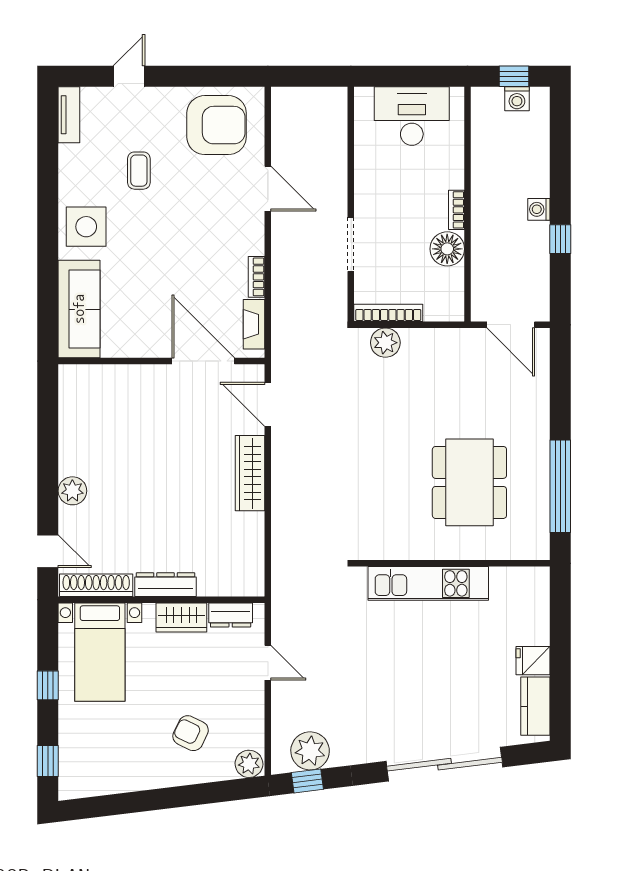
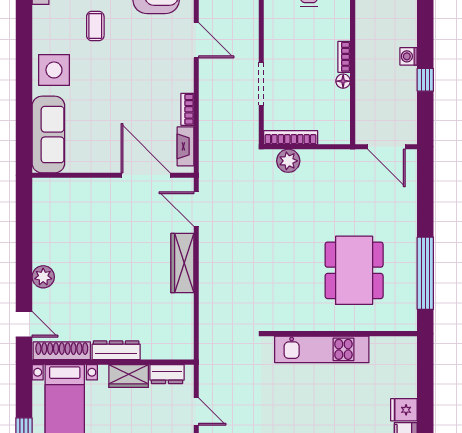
floor lamp: (447, 249) -> (343, 81), width x0.53, depth x0.53

